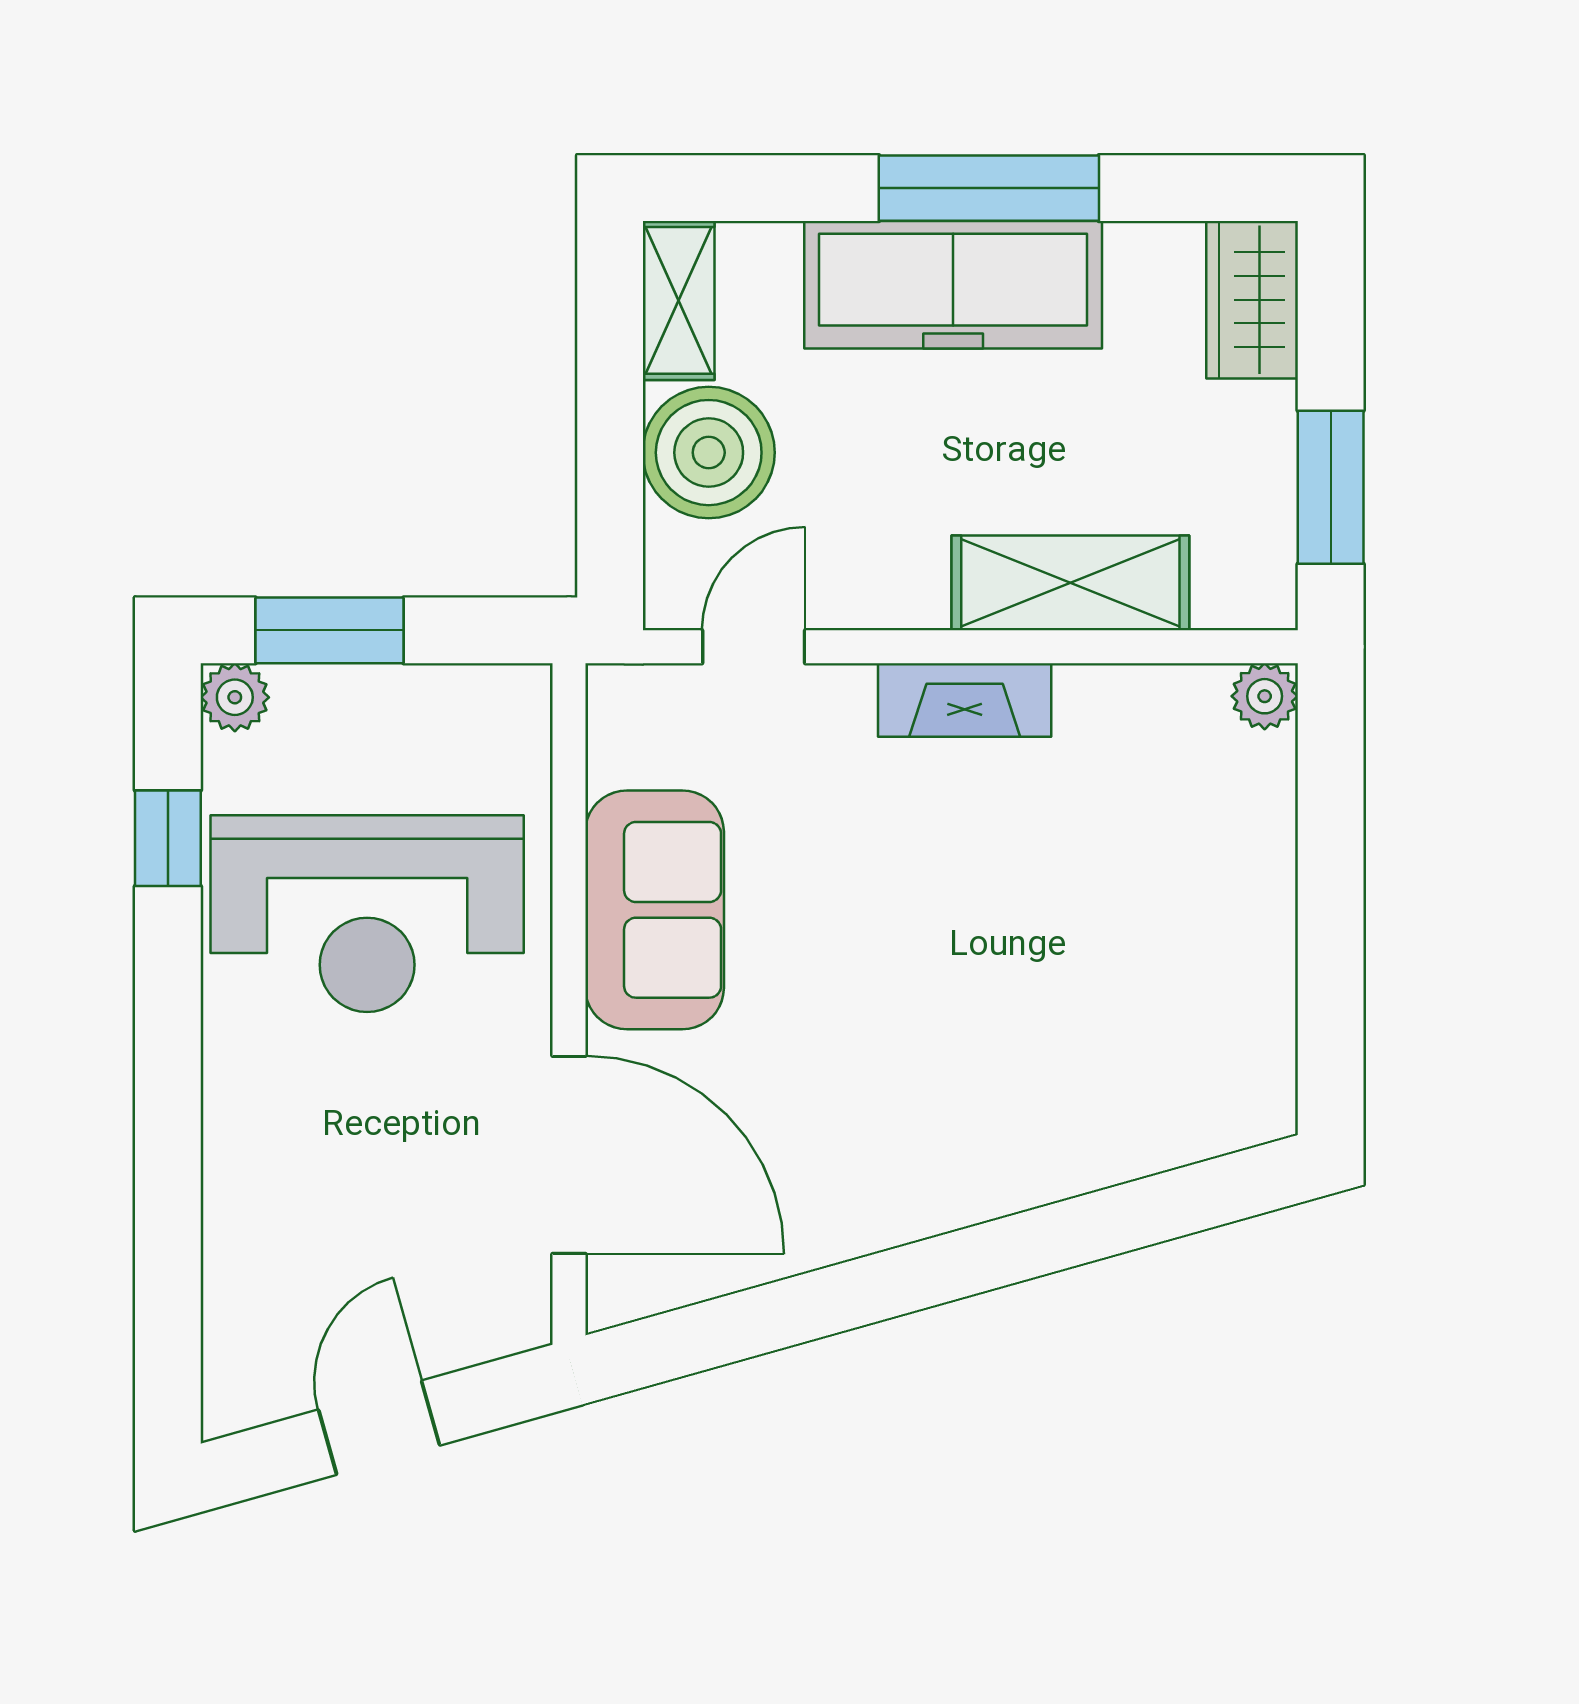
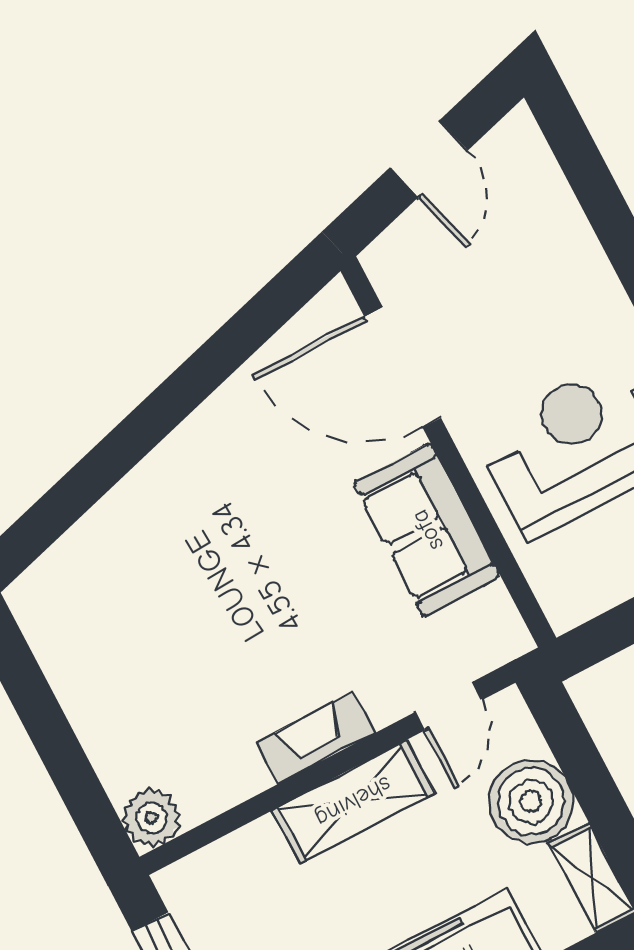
shelving: (1070, 583) -> (353, 802), moved
plant: (1265, 696) -> (151, 818), width x1.38, depth x1.38

